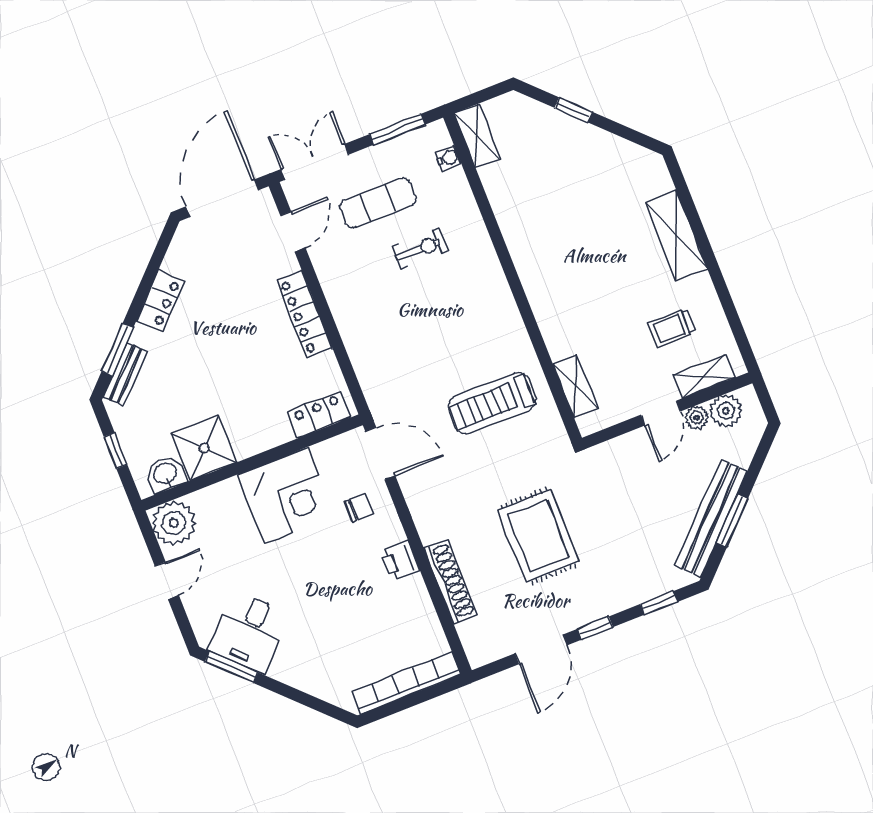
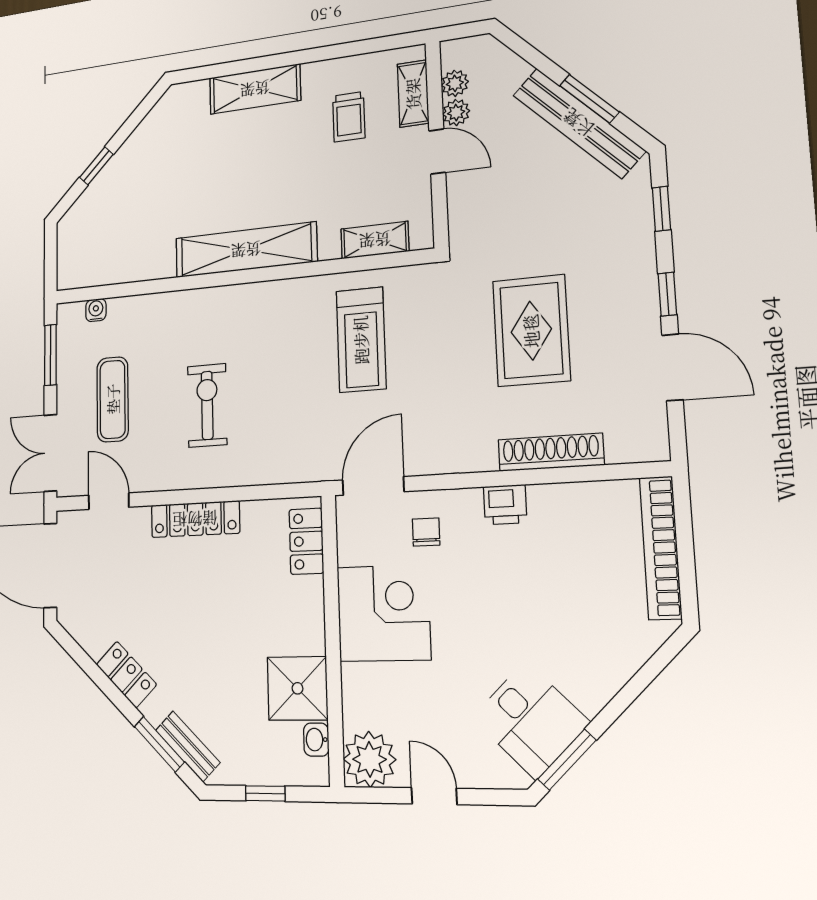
shelving: (477, 136) -> (246, 250), moved, width x2.20, depth x1.33
exercise bike: (420, 249) -> (207, 405), moved, width x1.38, depth x1.39
plant: (726, 411) -> (455, 83), width x0.73, depth x0.73
washbasin: (165, 474) -> (316, 740), width x0.72, depth x0.69
rug: (538, 536) -> (531, 331), turned 90

